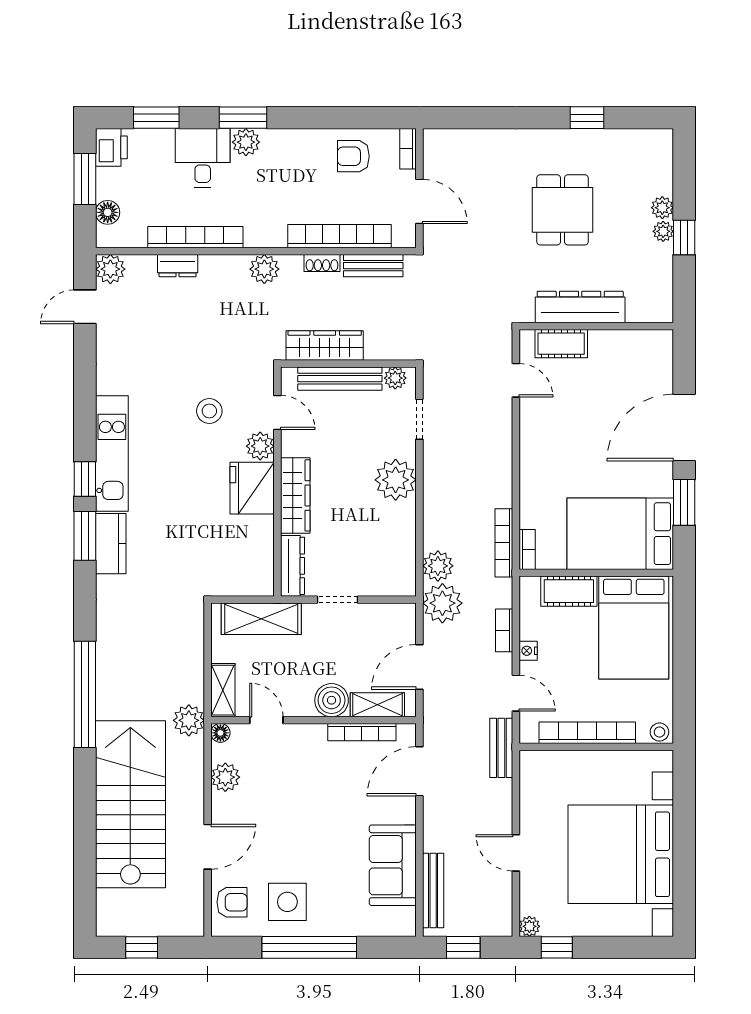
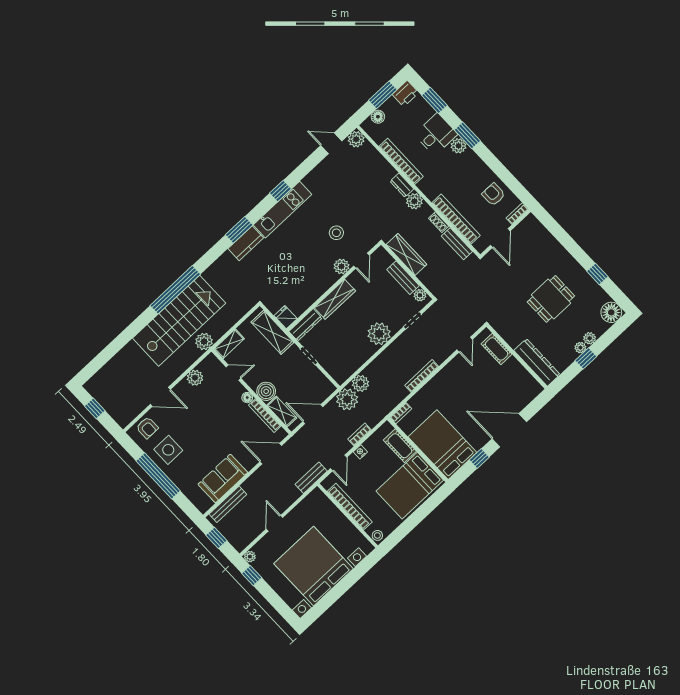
floor lamp: (655, 147) -> (611, 312), added
dresser: (178, 266) -> (402, 185), moved
dresser: (580, 307) -> (537, 362), moved
bench: (340, 379) -> (403, 278), width x0.73
window: (85, 479) -> (280, 191), moved
fridge: (252, 488) -> (286, 317), moved, width x0.53, depth x0.75
window: (684, 502) -> (479, 459), width x0.67
bookcase: (504, 543) -> (422, 376), moved
door: (266, 720) -> (233, 373), hinge flipped
floor lamp: (220, 733) -> (247, 398), moved
stairs: (130, 804) -> (179, 321), moved

